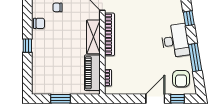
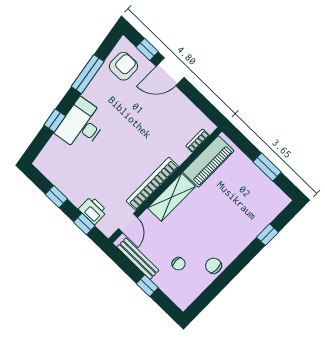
desk: (175, 41) -> (82, 125), moved
window: (27, 46) -> (268, 235), moved

